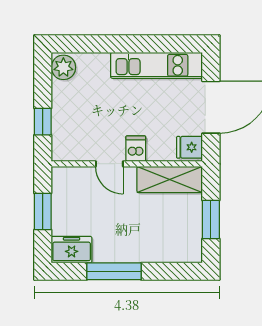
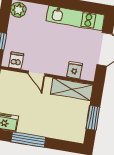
fridge: (190, 147) -> (74, 70), moved, turned 90
dishwasher: (136, 149) -> (16, 60), moved

